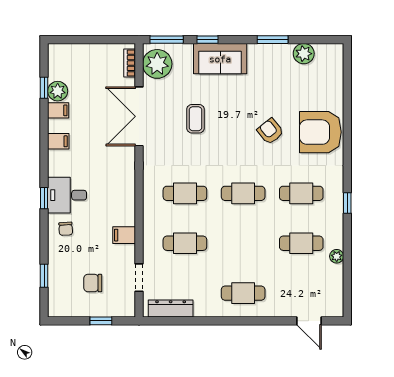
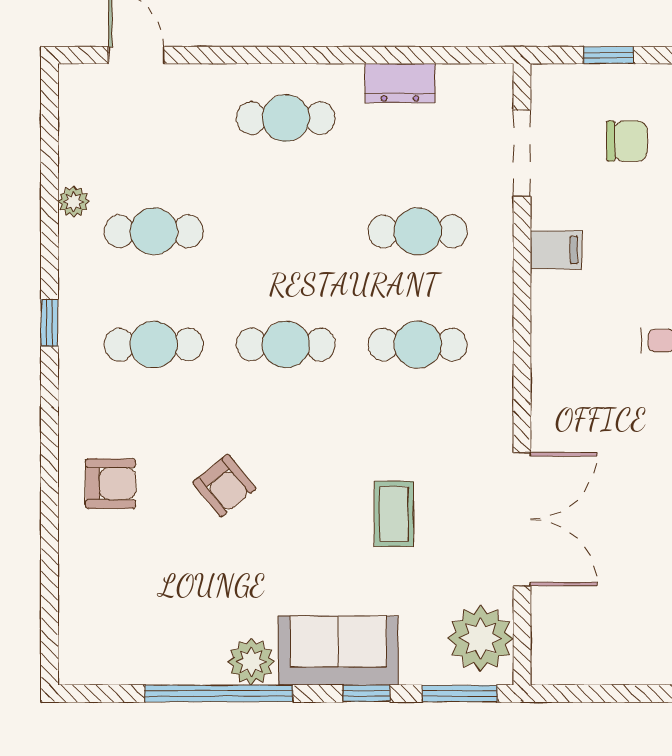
window: (273, 40) -> (219, 693), width x2.11
plant: (304, 54) -> (251, 662), moved
bookcase: (130, 63) -> (543, 640), removed
armchair: (320, 132) -> (111, 484), width x0.53, depth x0.53
doorway: (139, 278) -> (522, 153), width x1.38
dresser: (171, 309) -> (400, 83), moved, width x0.70

